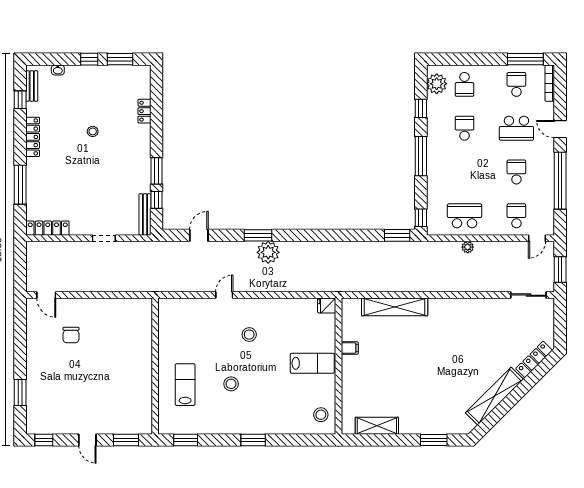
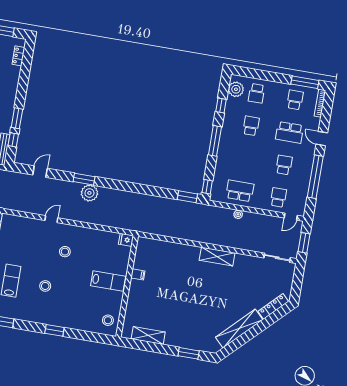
locker: (144, 111) -> (18, 56), moved
shelving: (395, 307) -> (217, 257), moved, width x0.68

